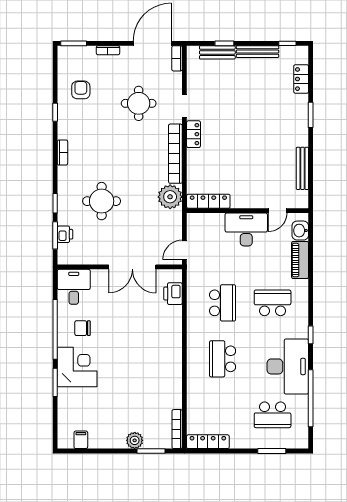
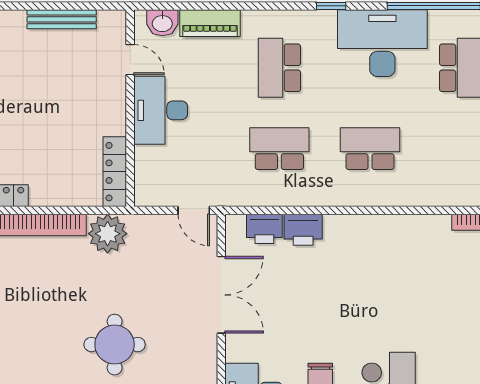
printer: (172, 318) -> (303, 230), added
school desk: (223, 359) -> (370, 149), turned 180

